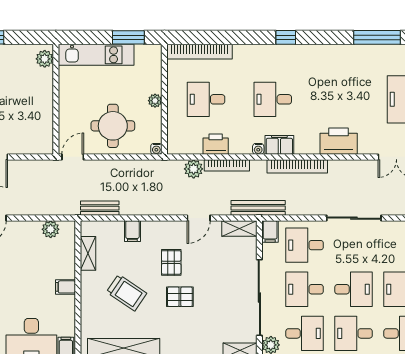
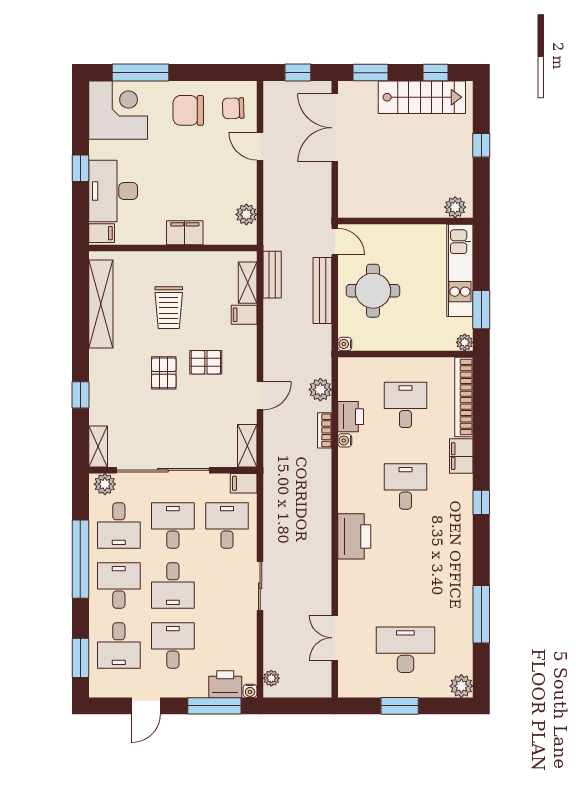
plant: (155, 101) -> (465, 342), moved
printer: (339, 141) -> (354, 536), moved
filing cabinet: (279, 145) -> (461, 456), moved, turned 180
water cooler: (258, 149) -> (345, 440), moved
bookcase: (227, 165) -> (325, 430), width x0.64
bookcase: (297, 166) -> (323, 516), removed
bench: (258, 208) -> (322, 290), moved
door: (199, 218) -> (260, 396), swing flipped
sliding door: (354, 218) -> (260, 586), width x0.73
shelving: (88, 253) -> (248, 283), moved, turned 90
filing cabinet: (66, 287) -> (185, 233), width x2.00
trolley: (127, 293) -> (169, 308), turned -34

